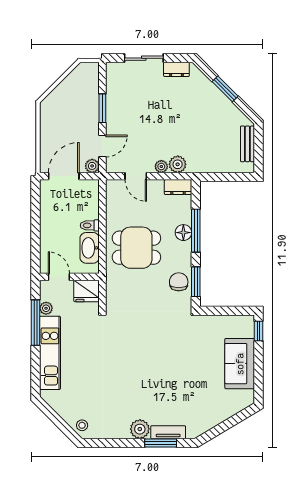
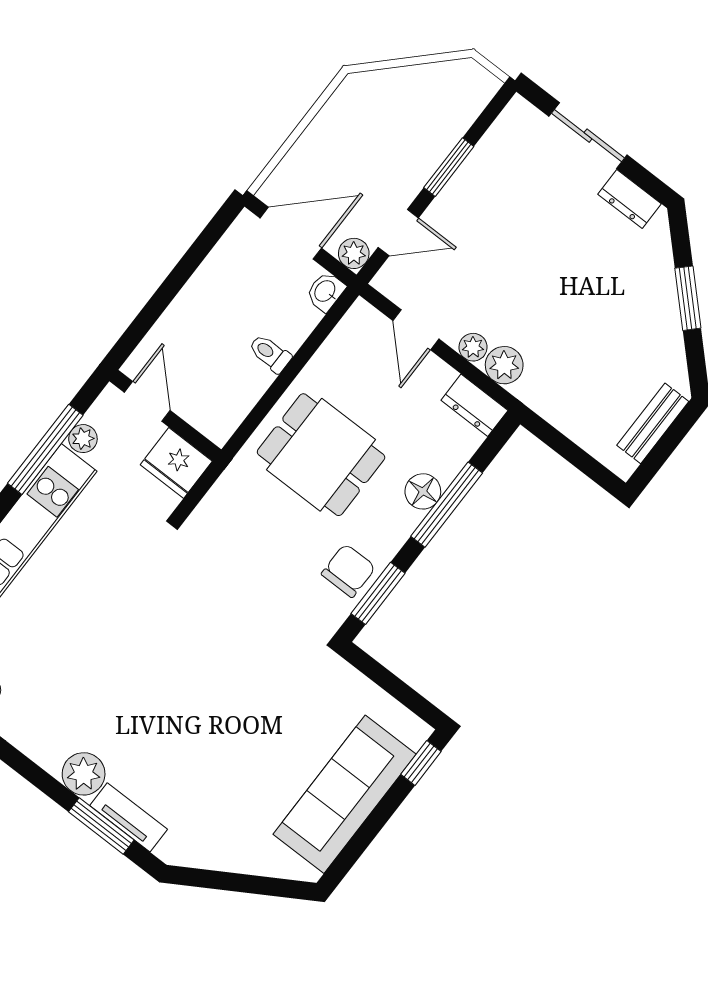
washbasin: (90, 248) -> (325, 291), moved, width x0.52, depth x0.69
sofa: (240, 364) -> (345, 794), width x1.36

